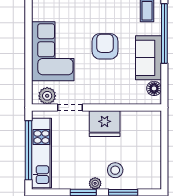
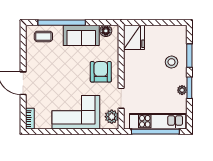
armchair: (105, 46) -> (101, 72), moved, turned 90
fridge: (105, 124) -> (134, 37), moved
plant: (95, 183) -> (182, 90), moved

